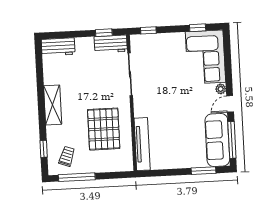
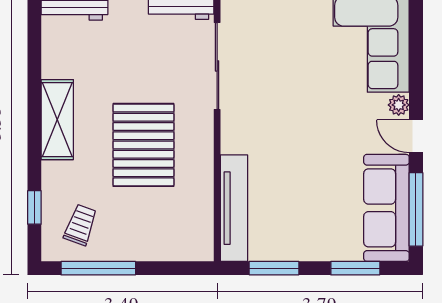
door: (230, 104) -> (416, 136), hinge flipped
pallet: (104, 129) -> (143, 145), moved
window: (163, 173) -> (274, 268), added

